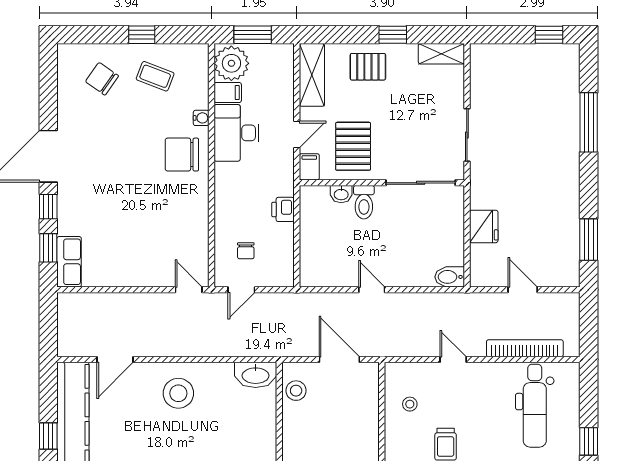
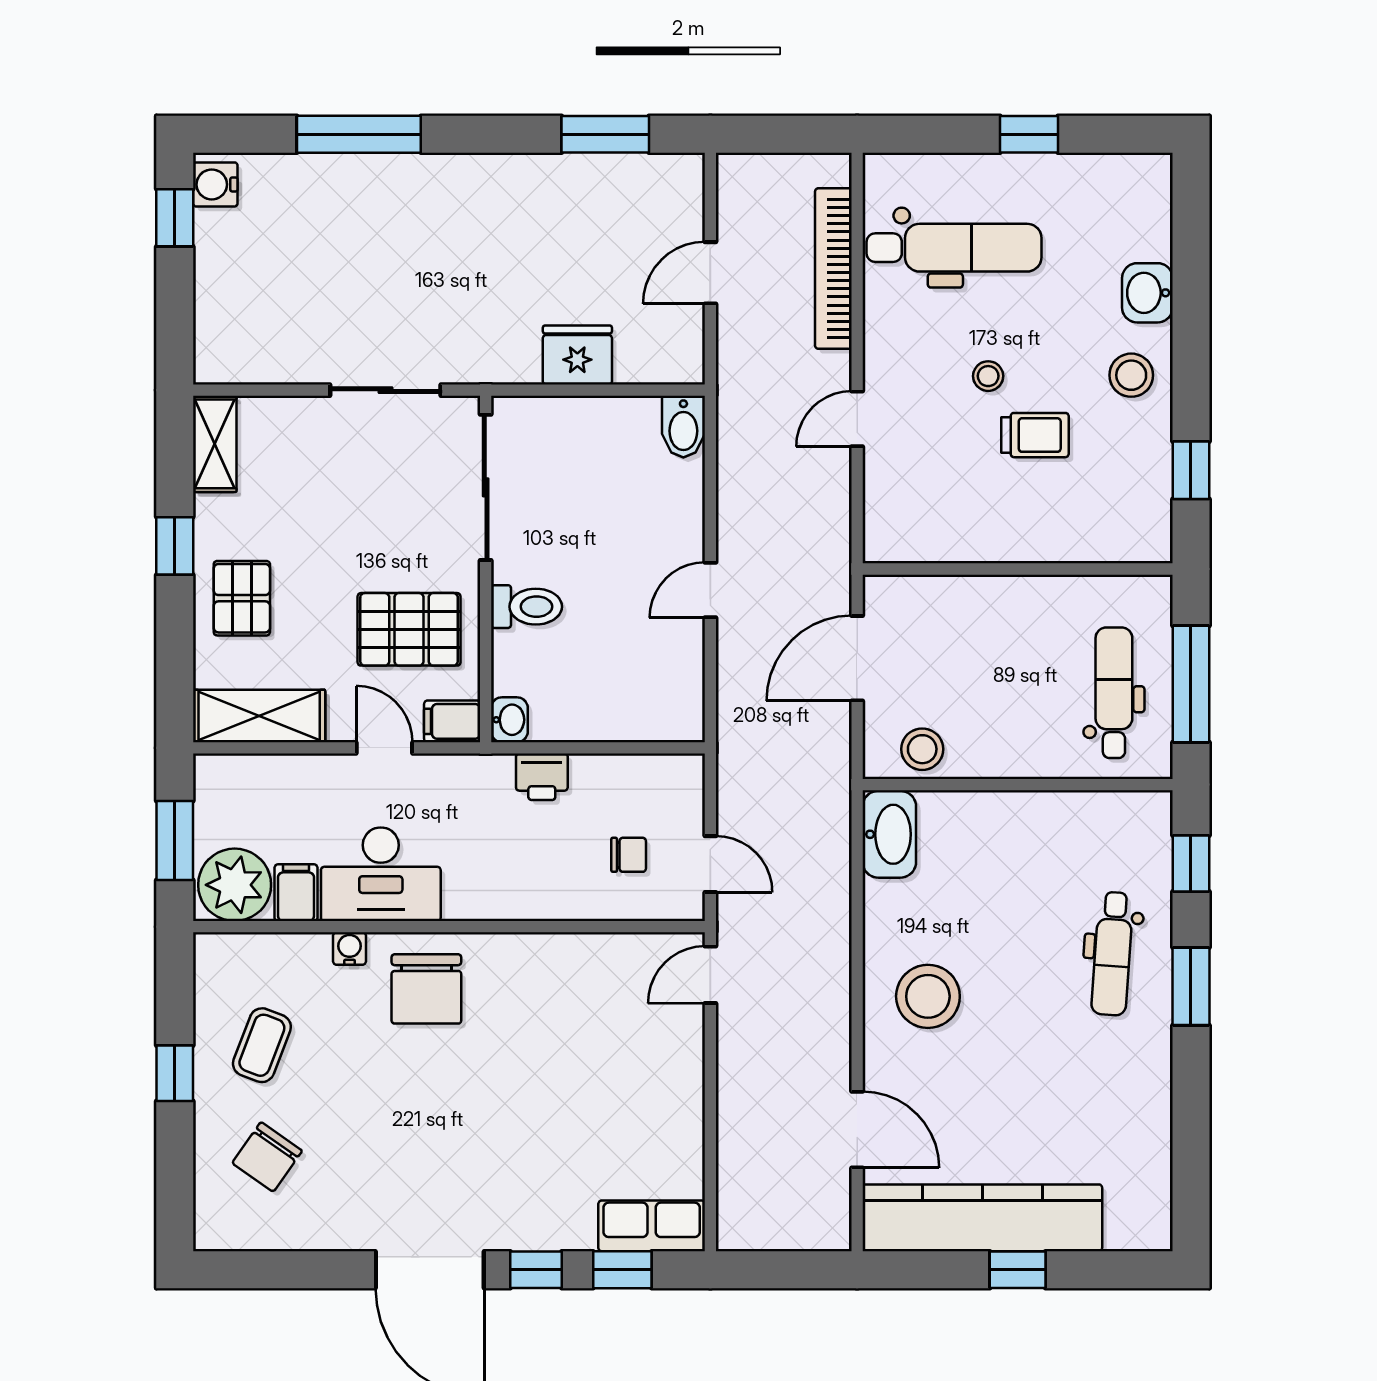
water cooler: (565, 54) -> (215, 184), added
washbasin: (341, 194) -> (509, 720), moved
stool: (410, 404) -> (988, 376), moved

